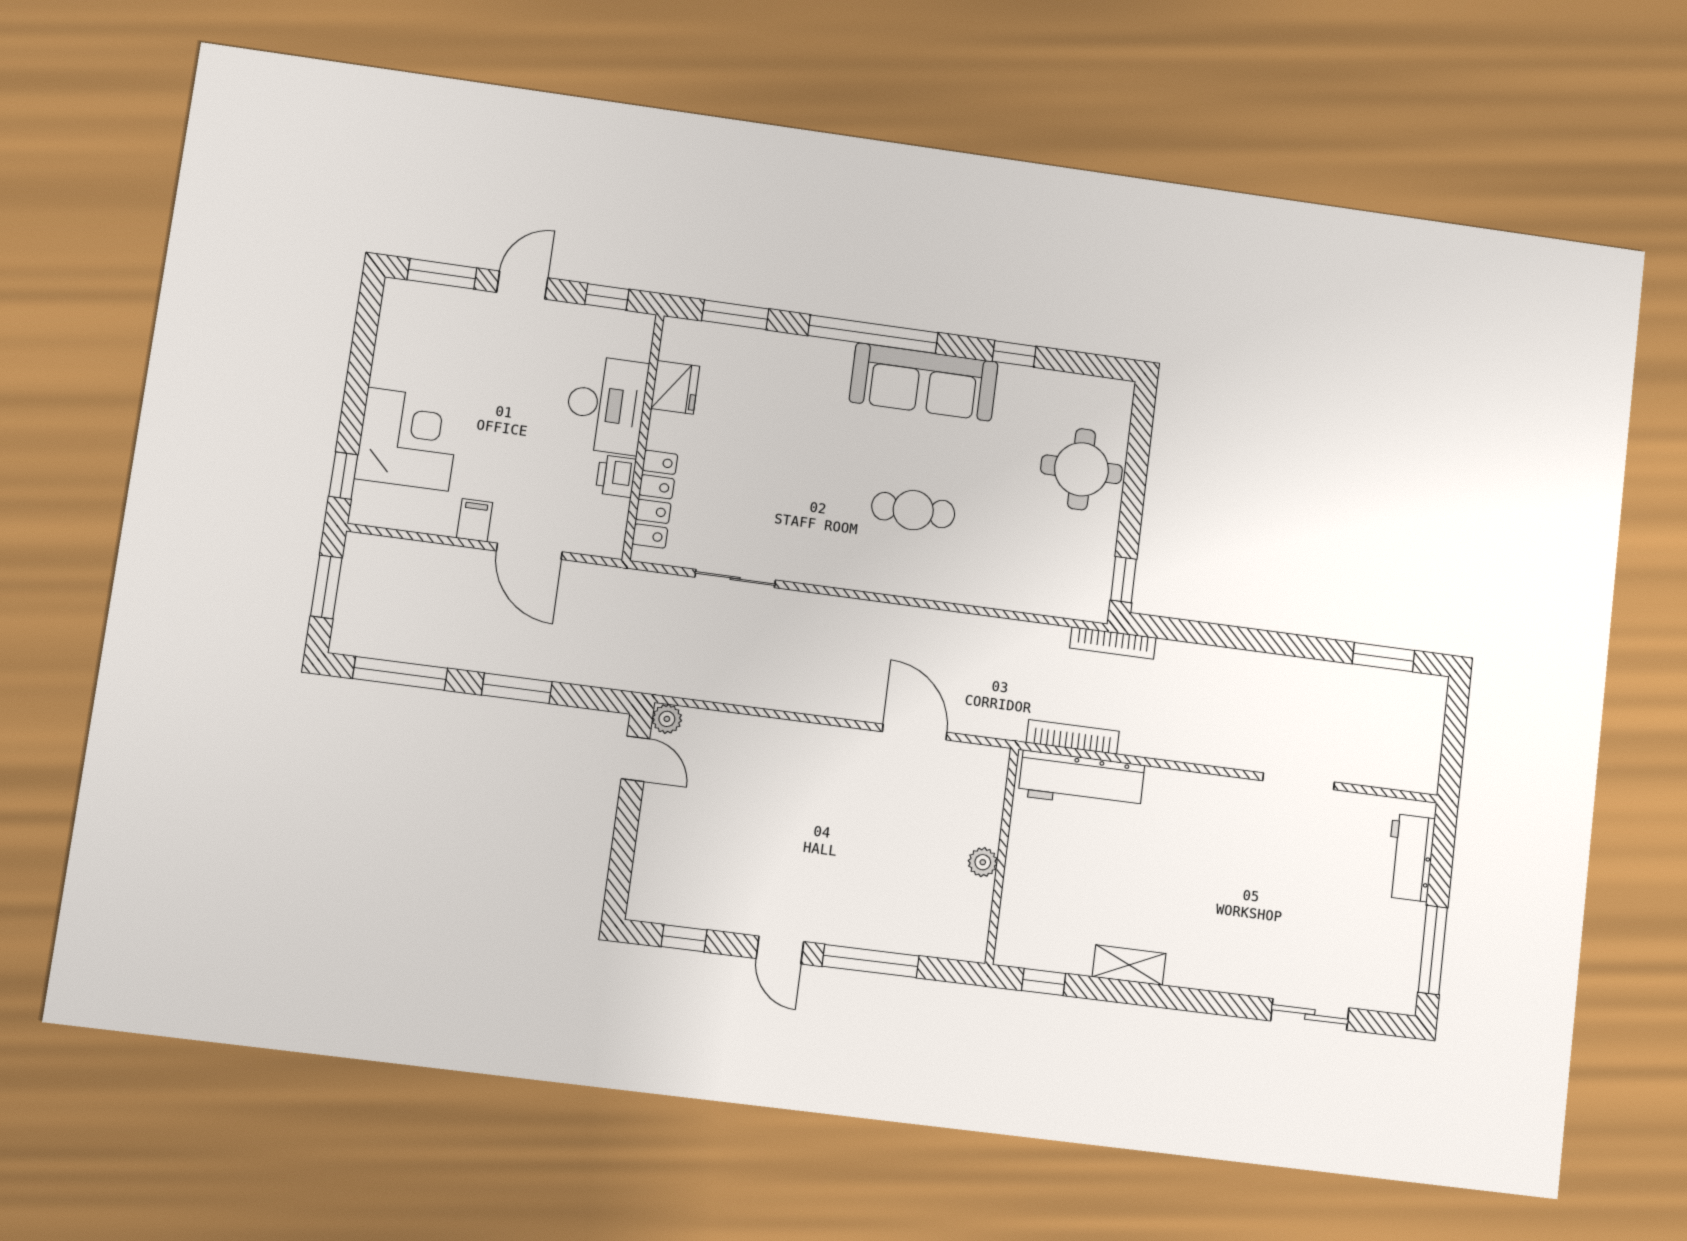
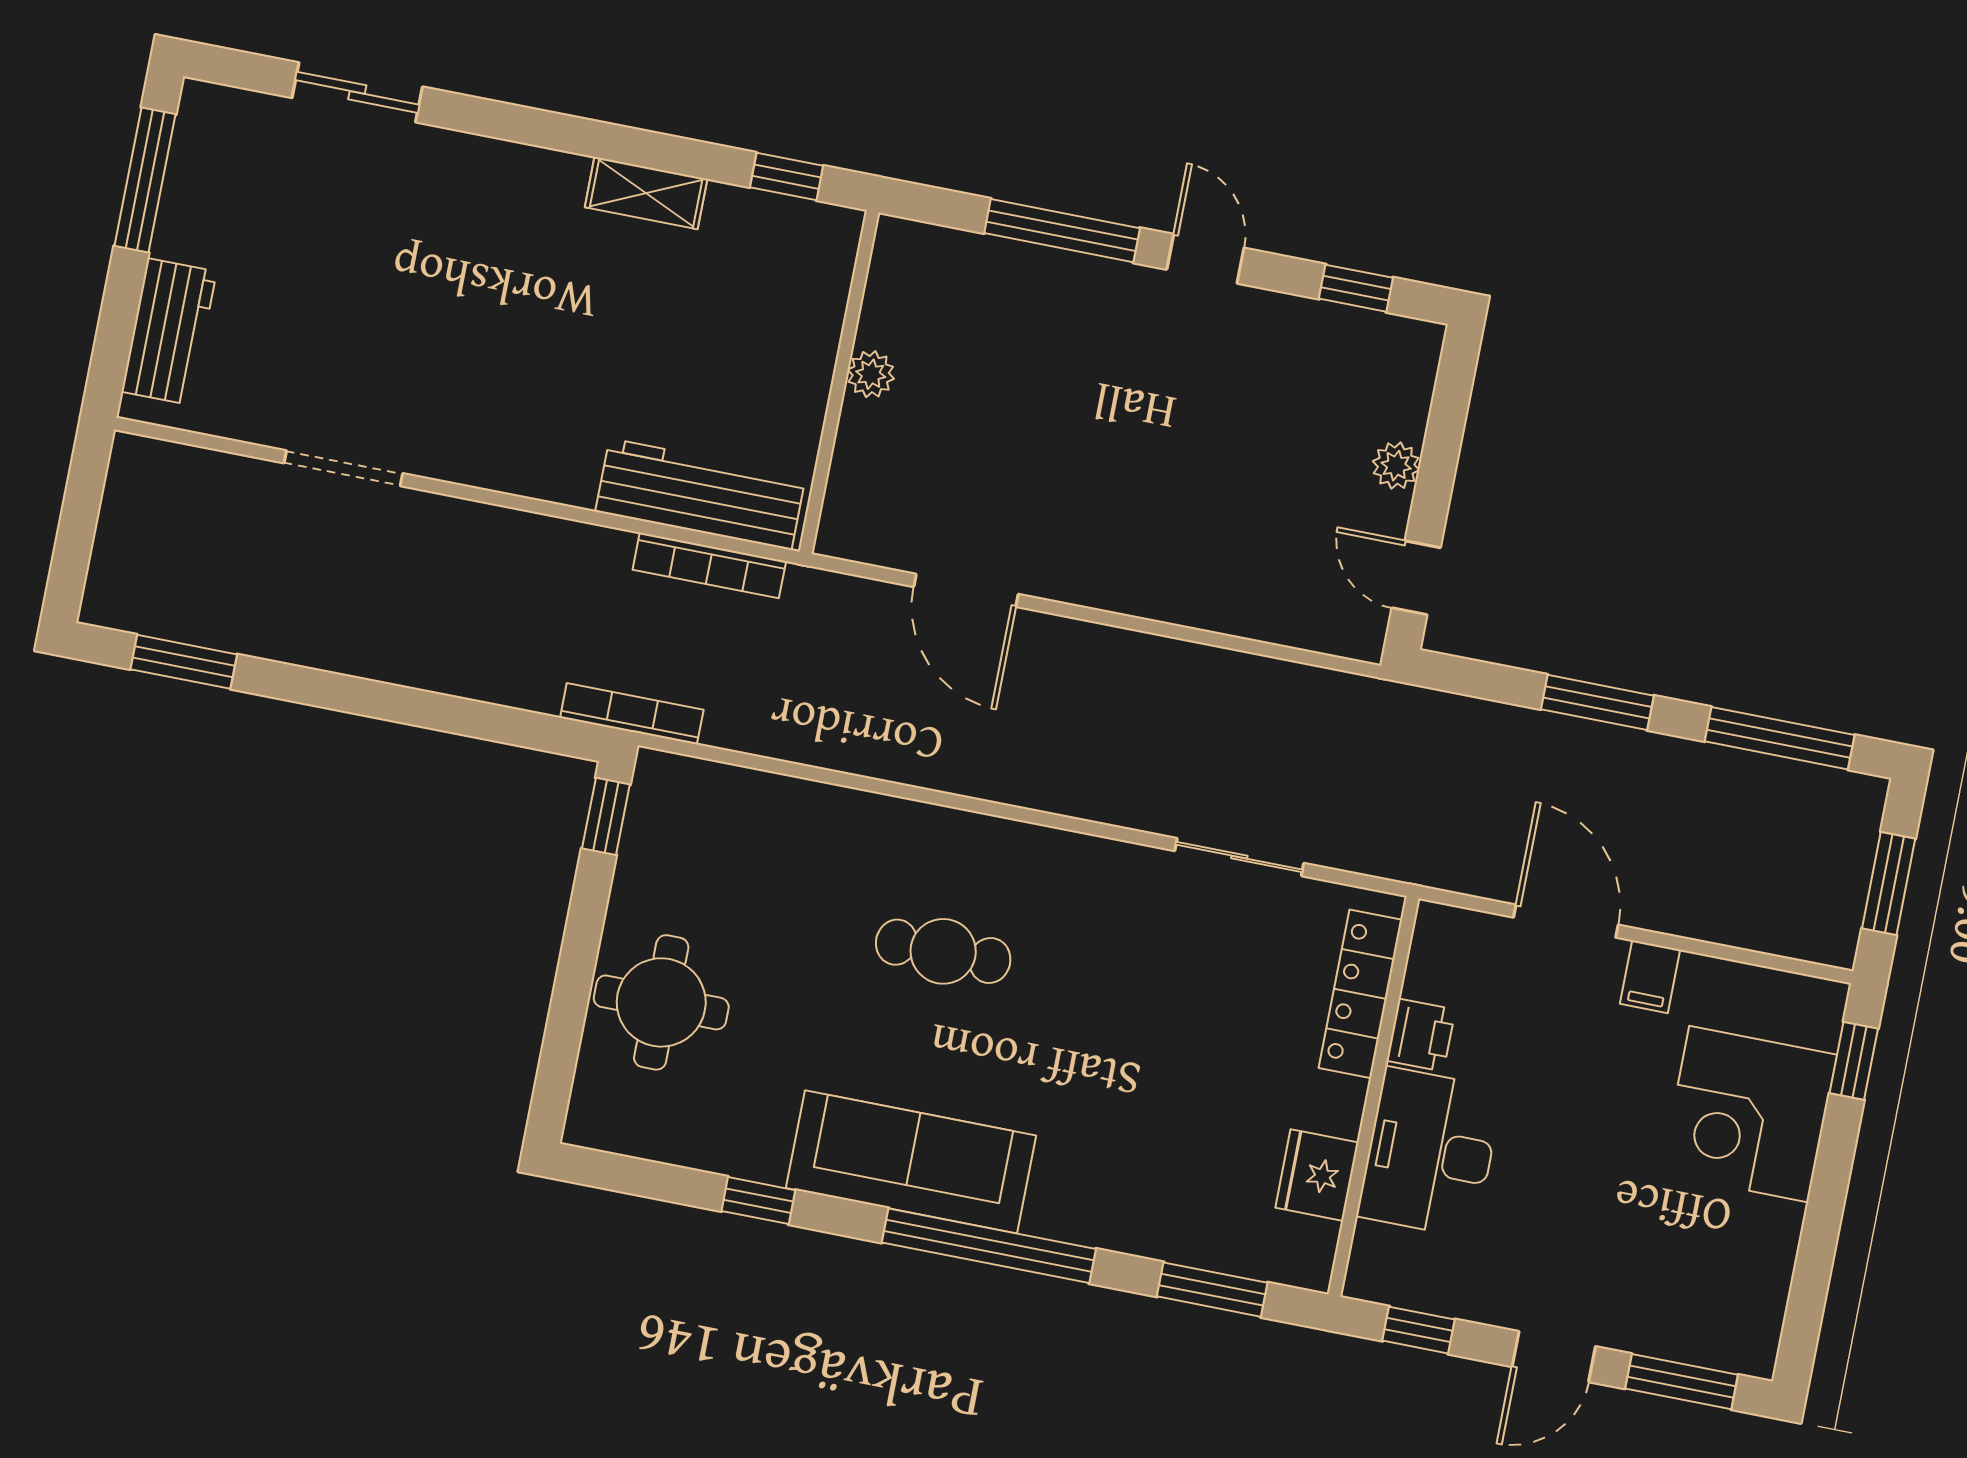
plant: (667, 719) -> (1396, 466), moved

